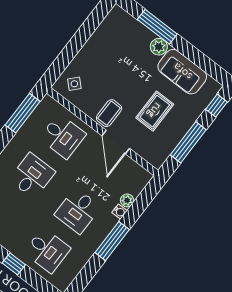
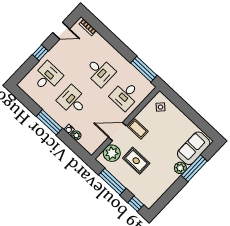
sofa: (182, 72) -> (194, 148), moved
plant: (147, 147) -> (112, 153), added
desk: (47, 250) -> (47, 77), turned 180

